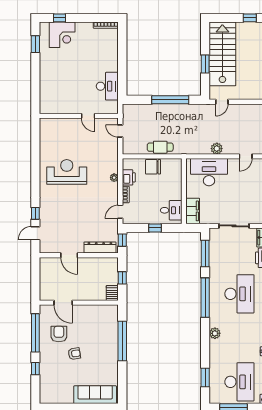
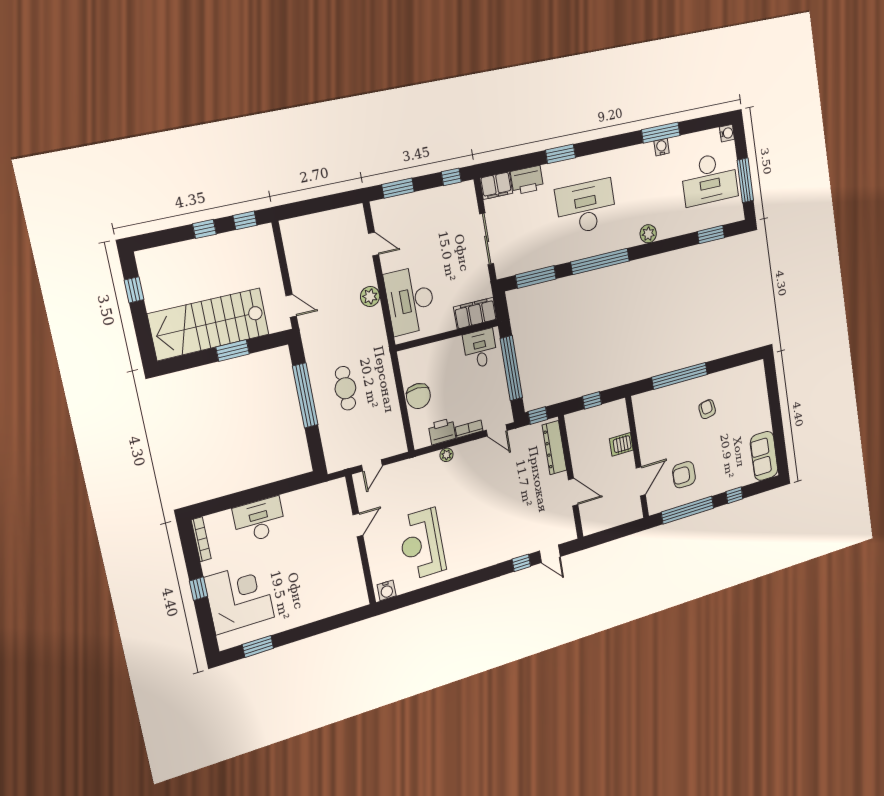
window: (60, 18) -> (198, 589), moved
corner desk: (62, 35) -> (239, 598), width x1.36, depth x1.36
desk: (107, 86) -> (259, 520), moved
water cooler: (45, 126) -> (387, 590), added
cafe table: (160, 147) -> (345, 388), moved
reception desk: (67, 172) -> (422, 544), moved
window: (155, 228) -> (511, 368), width x3.17
door: (69, 255) -> (573, 492), hinge flipped
server rack: (112, 293) -> (621, 444), moved
armchair: (74, 354) -> (707, 409), moved
desk: (239, 382) -> (709, 179), turned 180
sofa: (95, 395) -> (764, 456), moved, width x0.73

